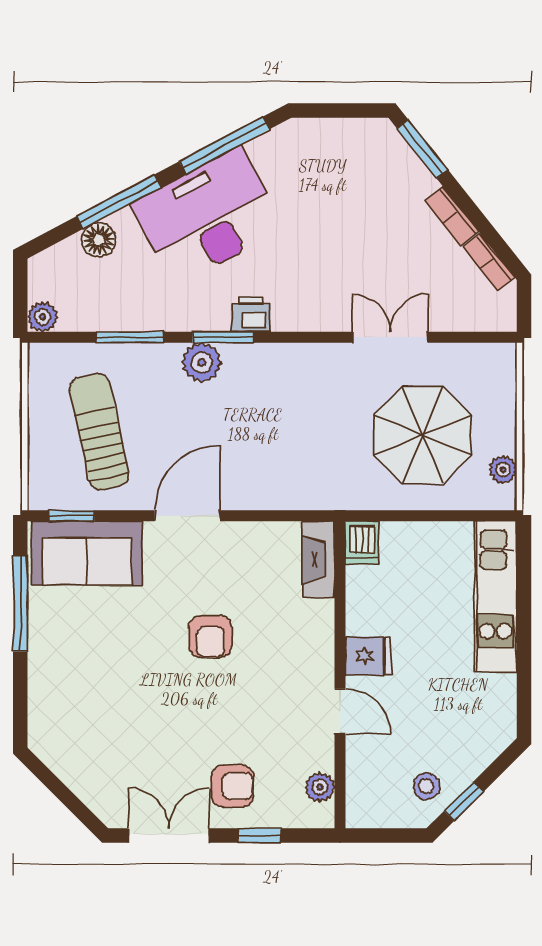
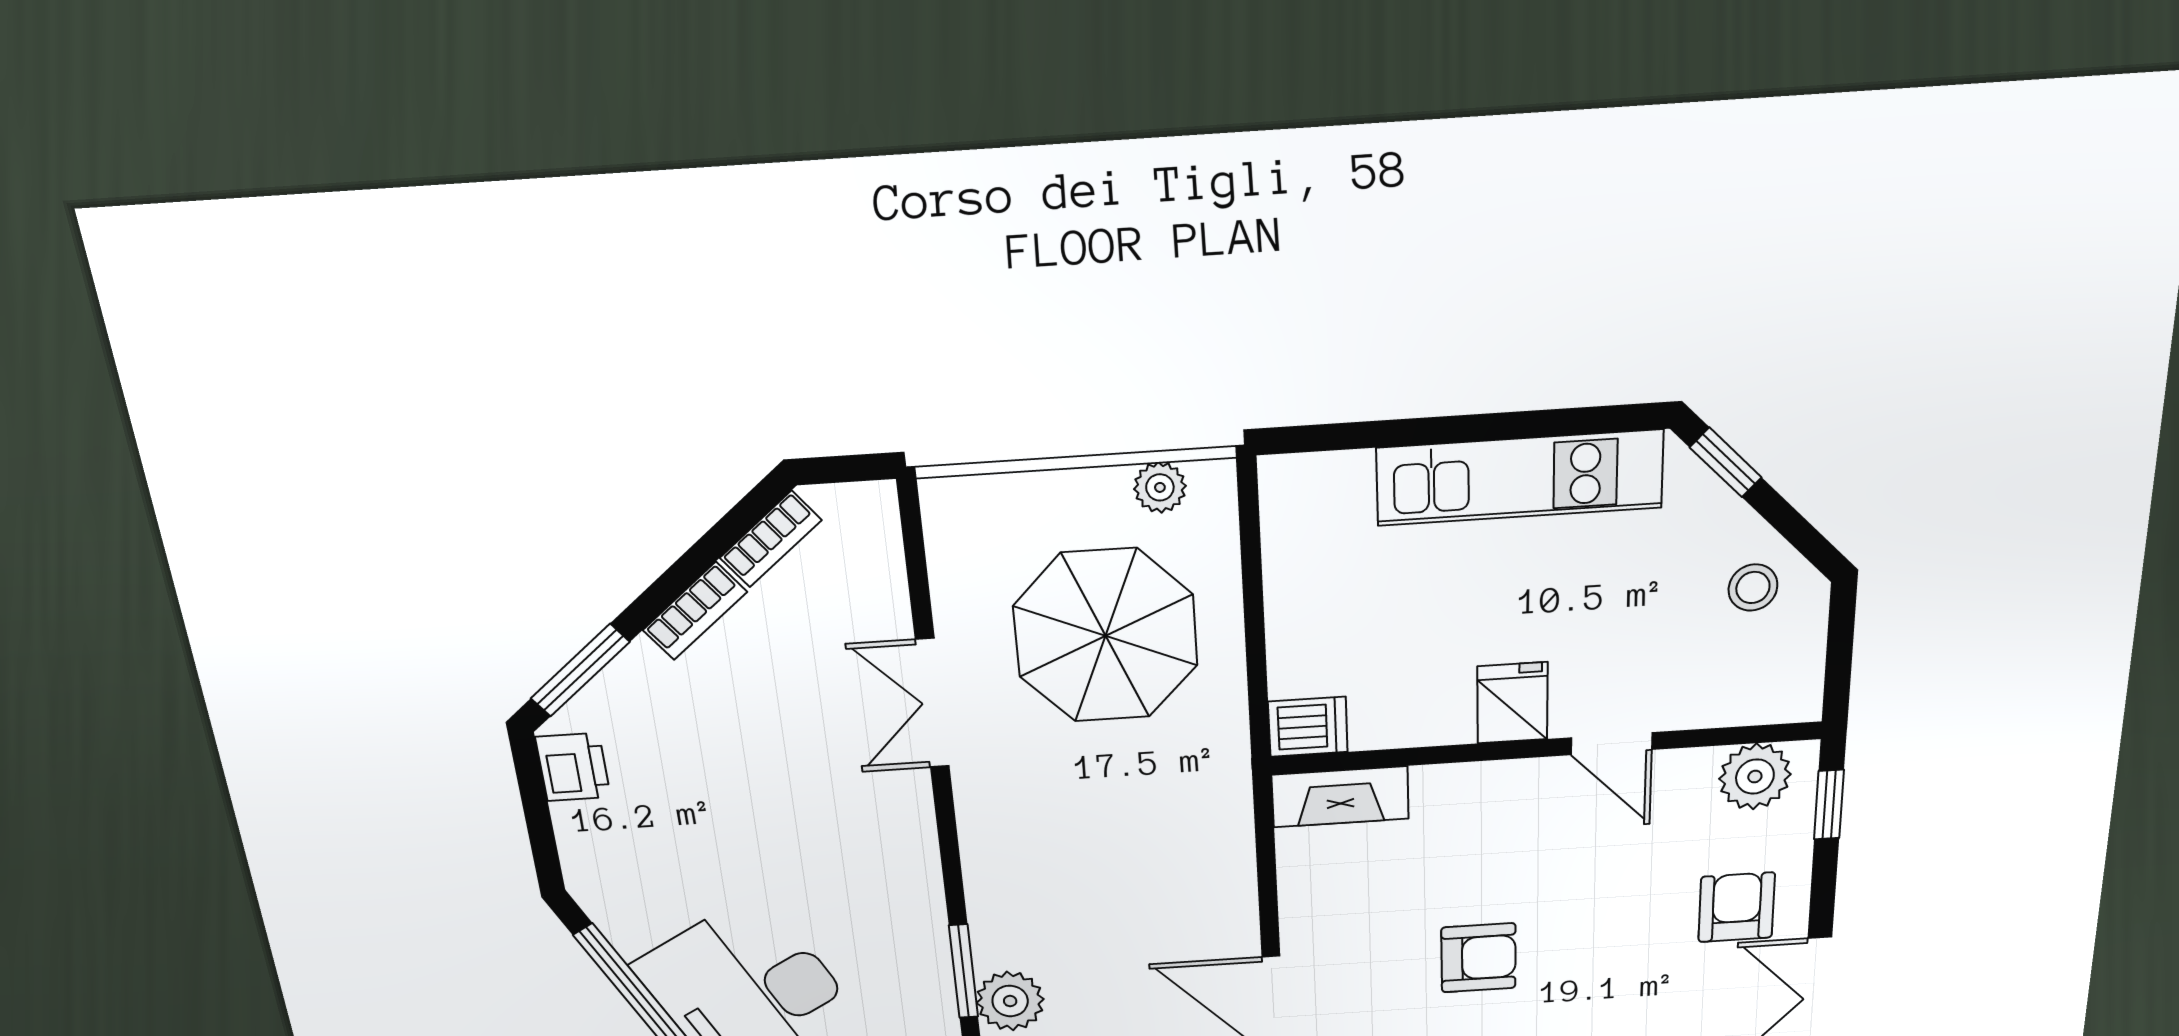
printer: (251, 314) -> (573, 767), moved, turned 180
kitchen unit: (496, 597) -> (1520, 478), moved
door: (340, 711) -> (1612, 744), swing flipped
plant: (320, 787) -> (1755, 777), width x1.38, depth x1.38
window: (464, 801) -> (1726, 462), moved
window: (259, 836) -> (1829, 805), moved

